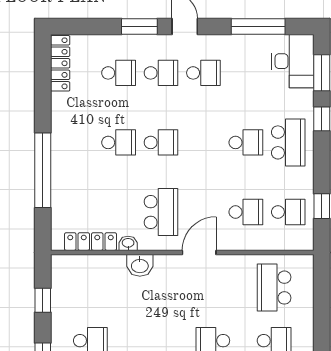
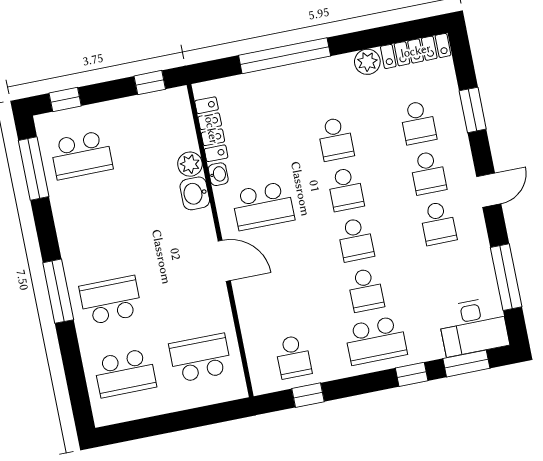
window: (139, 27) -> (473, 110), moved
plant: (61, 104) -> (367, 62), added
school desk: (246, 212) -> (356, 240), moved
plant: (115, 265) -> (190, 164), added
window: (43, 300) -> (150, 83), moved

